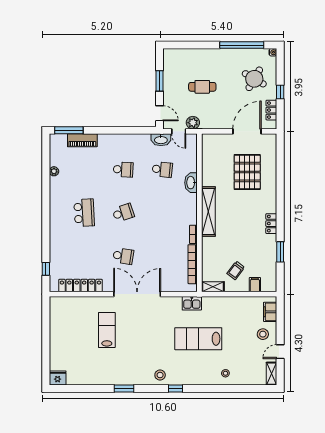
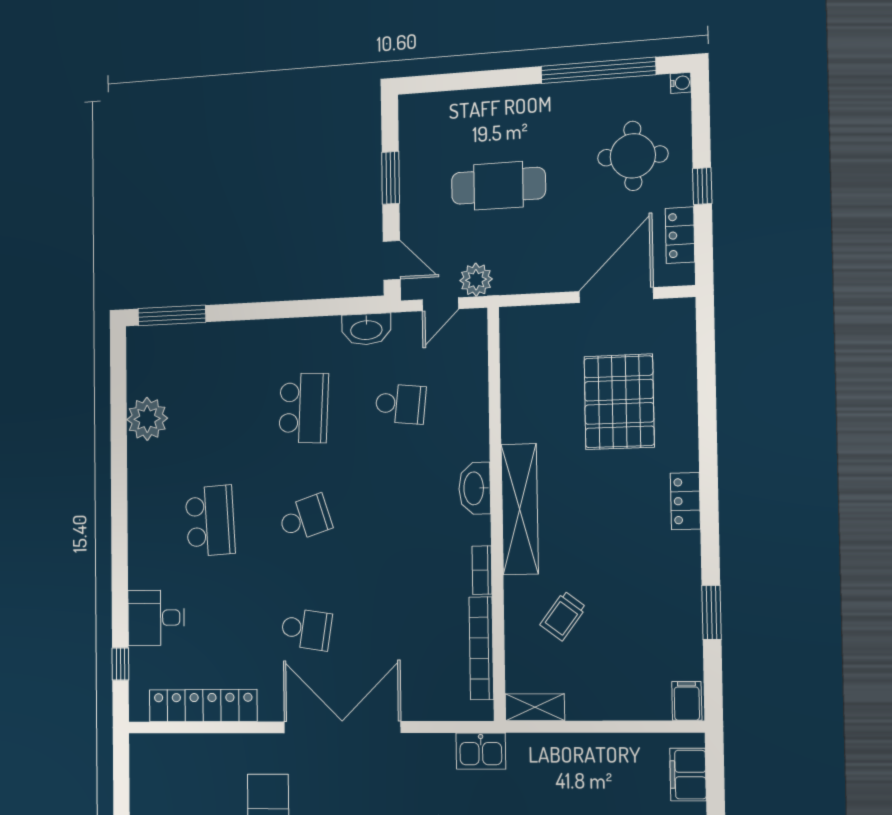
round table: (254, 79) -> (633, 156), turned -30
cafe table: (202, 87) -> (498, 186), width x1.37, depth x1.35
door: (179, 131) -> (440, 304), hinge flipped
piano: (82, 140) -> (204, 339), removed
washbasin: (161, 140) -> (366, 329), moved
school desk: (123, 169) -> (304, 408), width x1.85
plant: (54, 171) -> (147, 419), width x1.87, depth x1.87
washbasin: (191, 183) -> (475, 488), moved
locker: (271, 224) -> (685, 501), moved
desk: (61, 251) -> (156, 618), added
trolley: (236, 270) -> (563, 616), moved
filing cabinet: (255, 285) -> (687, 701), moved

